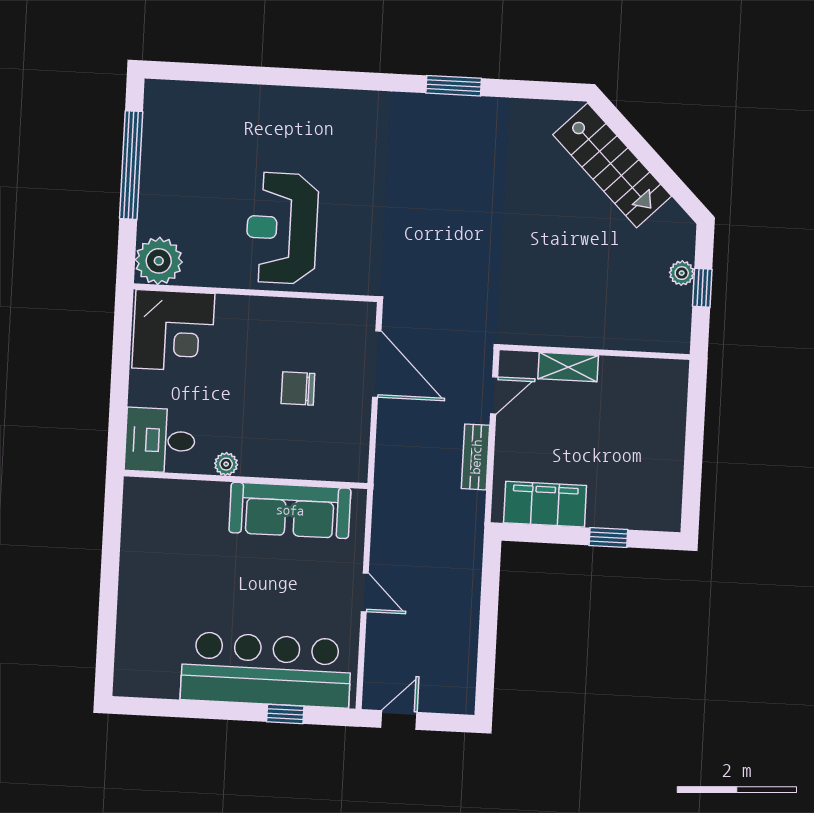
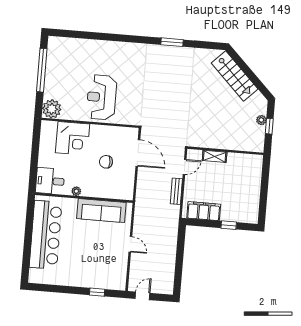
corner desk: (173, 331) -> (73, 138), moved
bar counter: (266, 670) -> (46, 235), moved, turned 90

